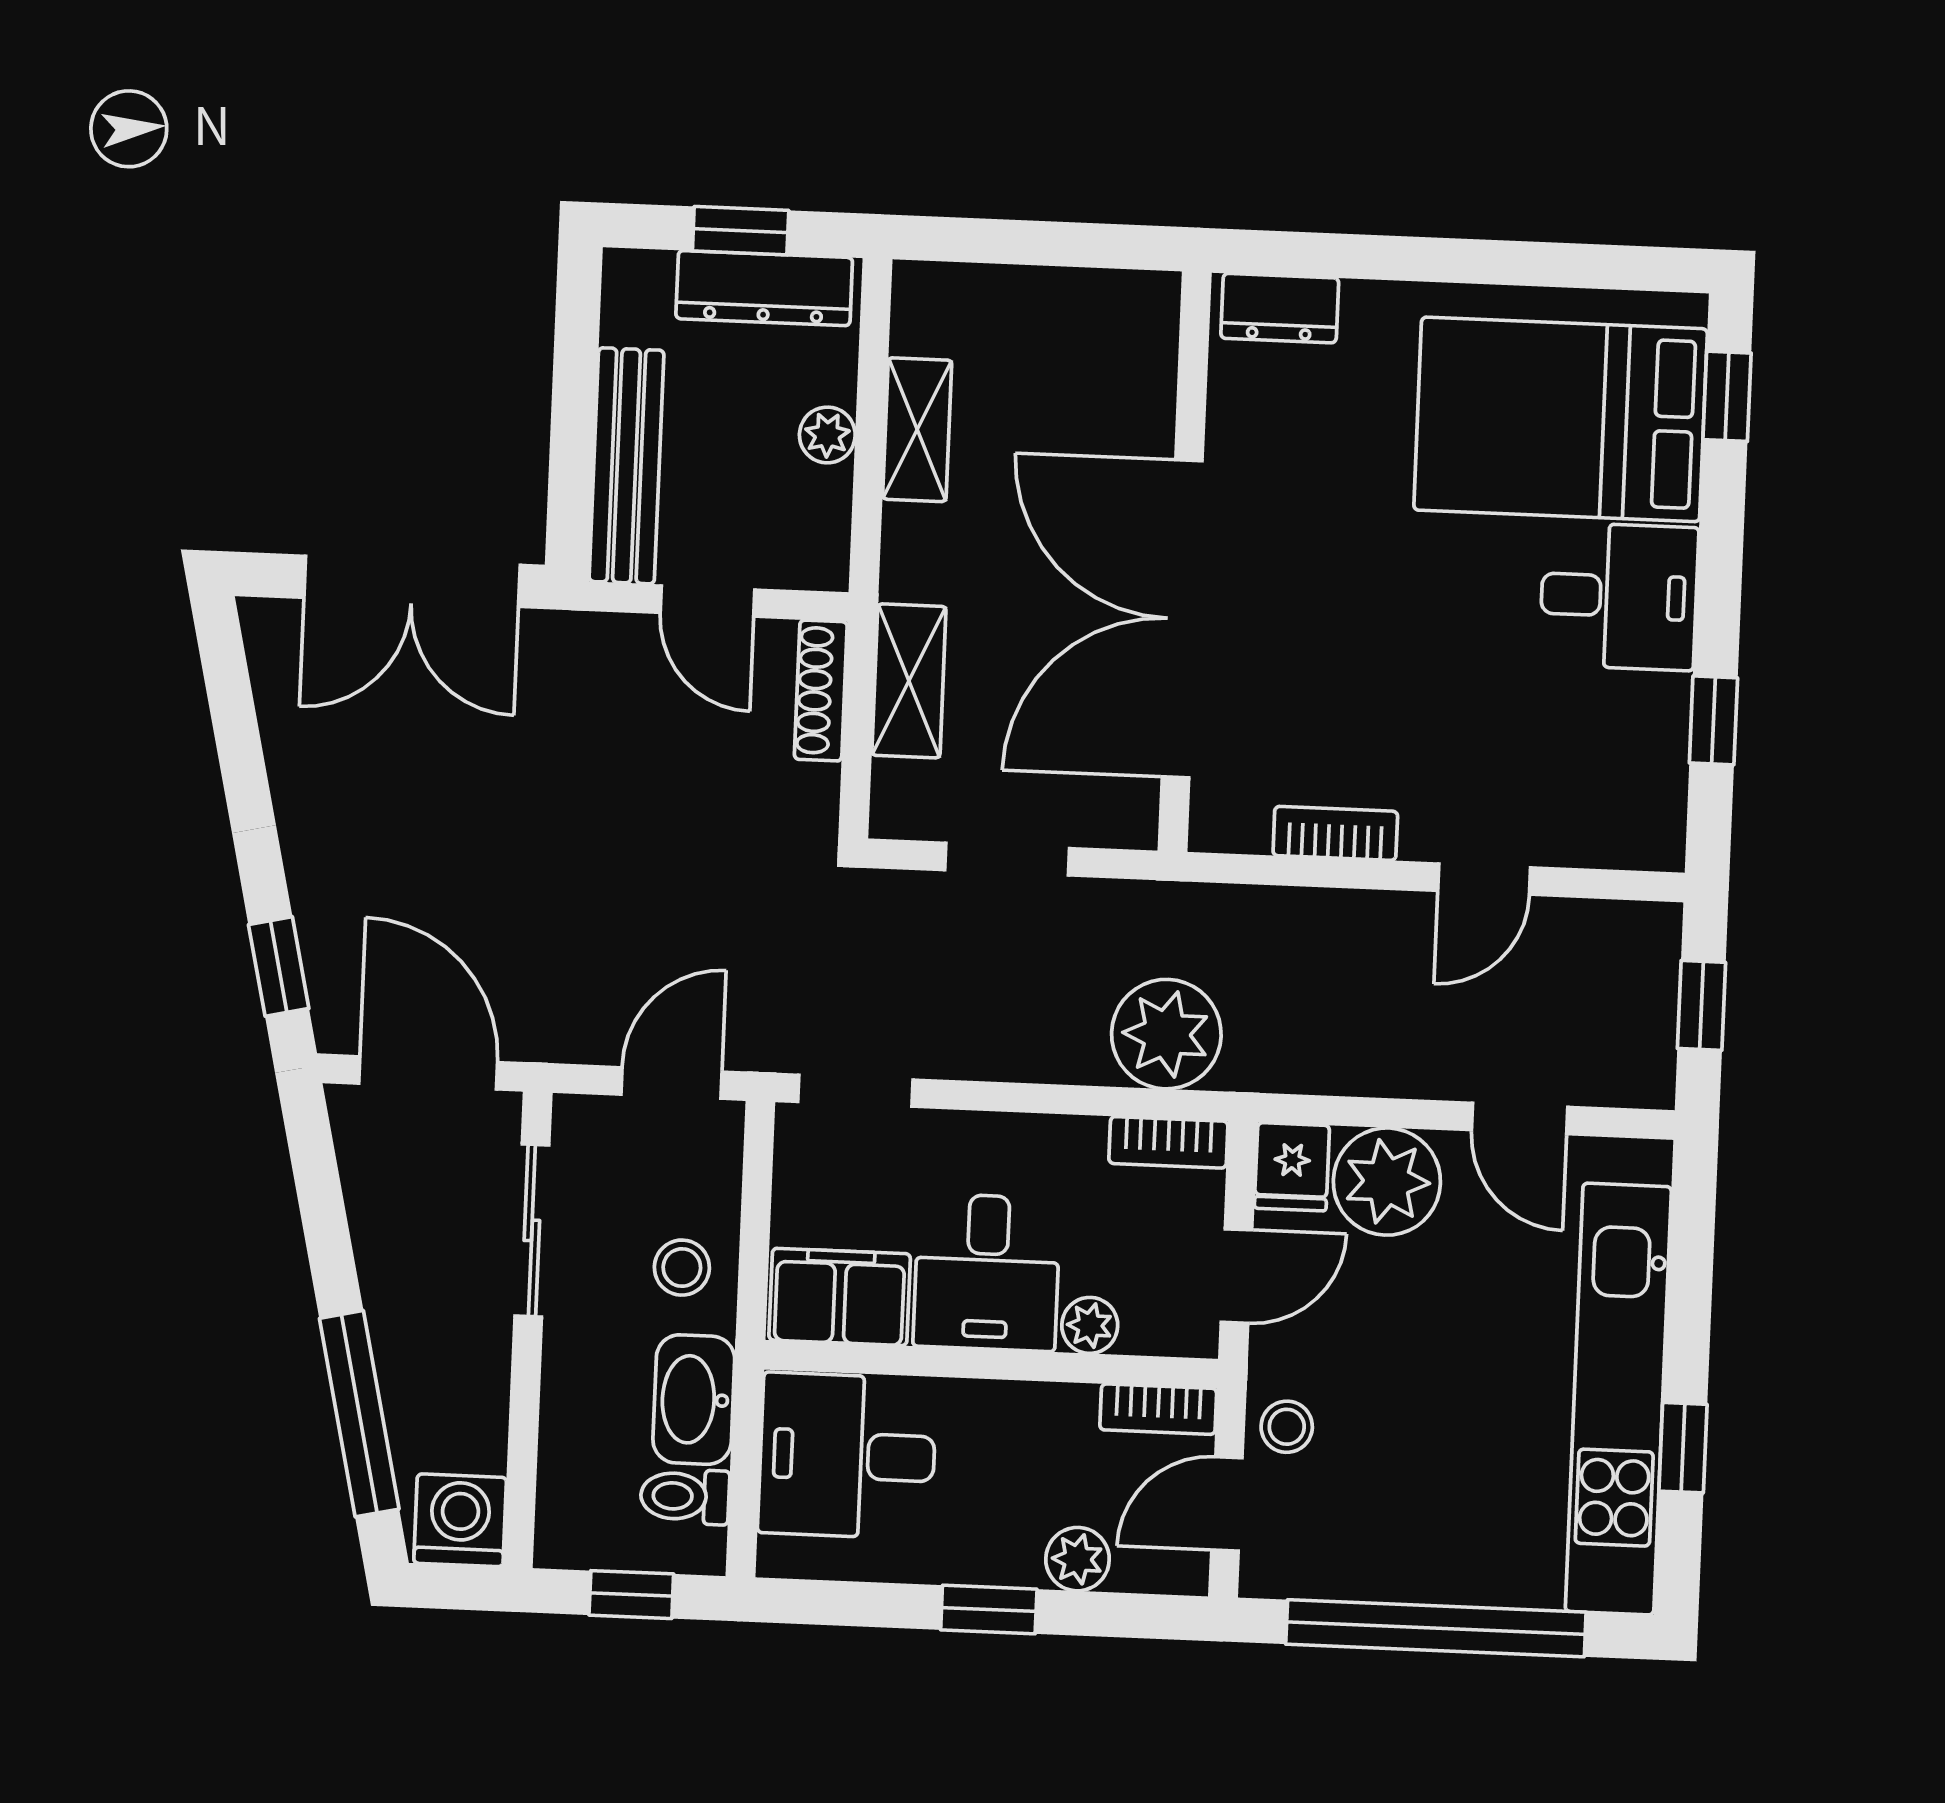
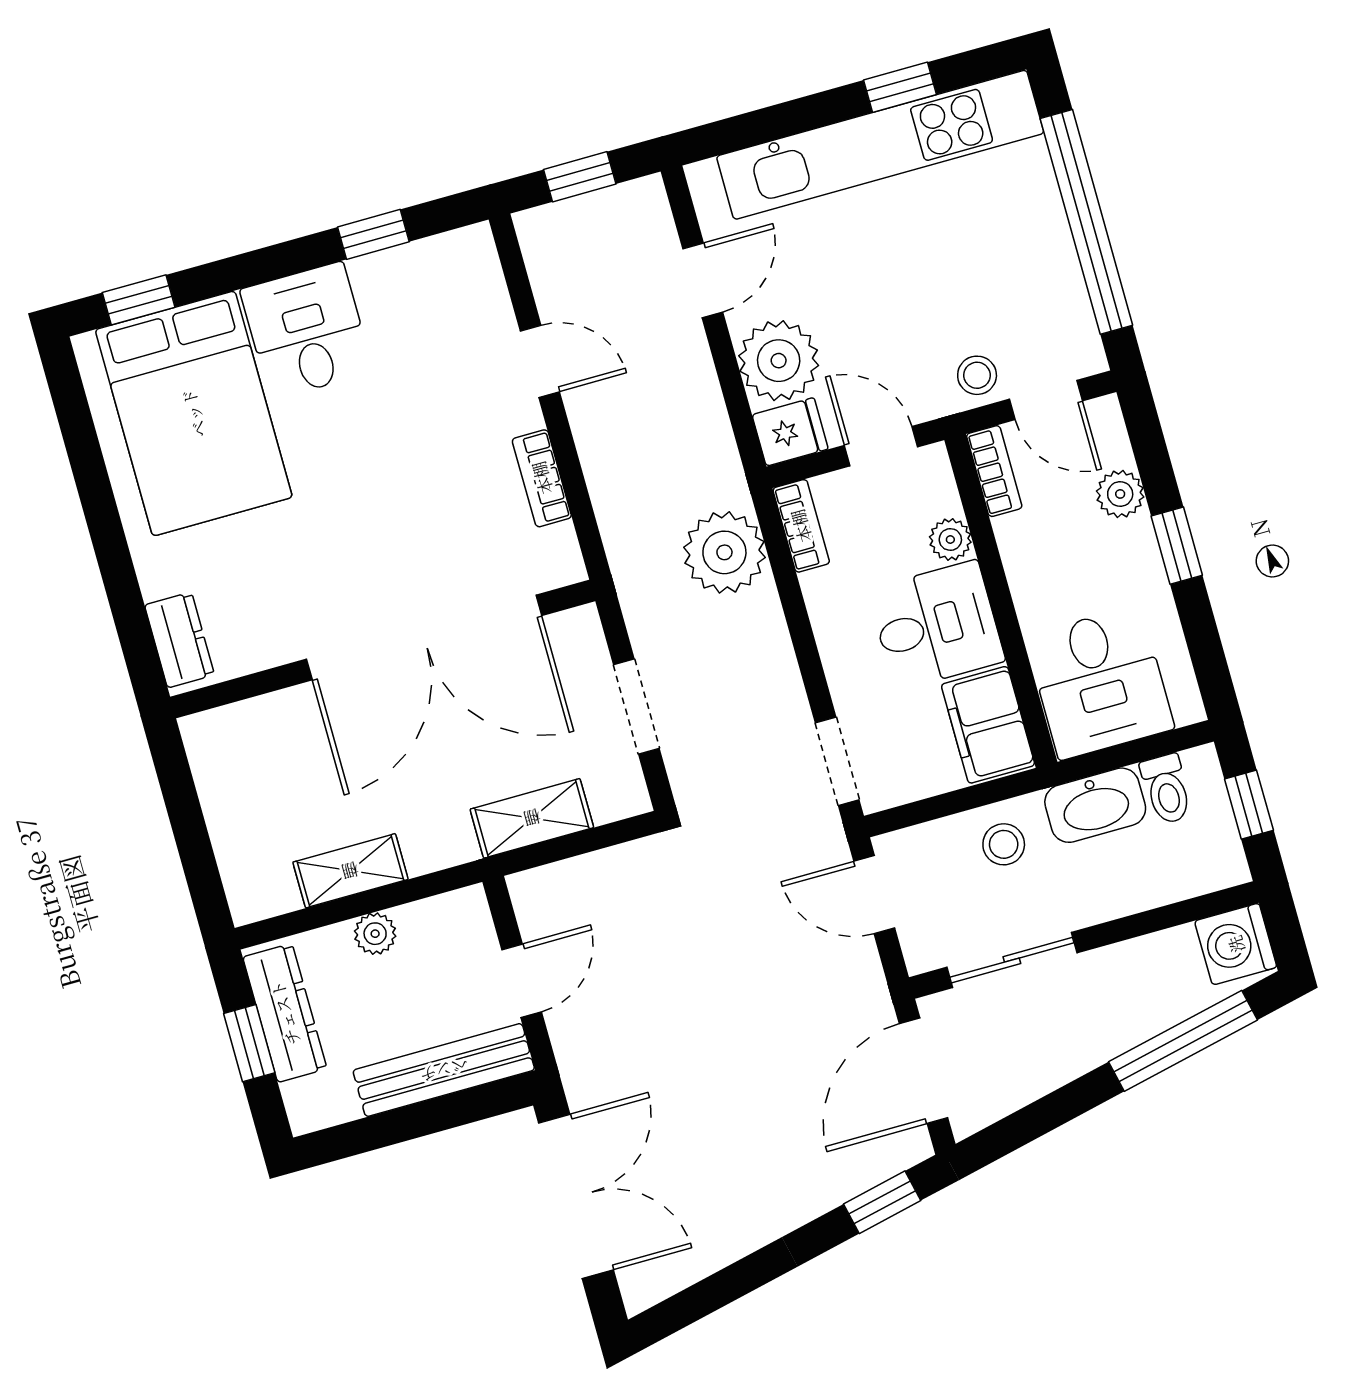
shoe rack: (821, 691) -> (559, 879), removed

